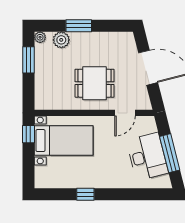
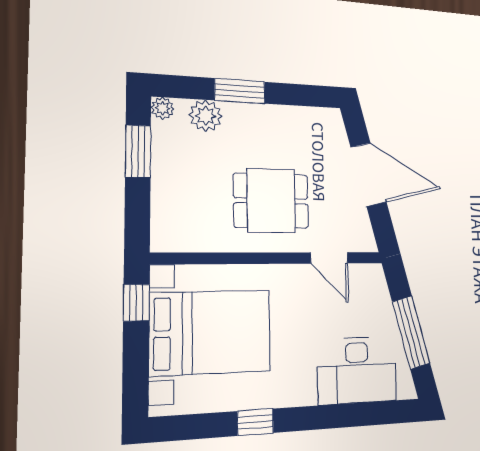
door: (125, 113) -> (329, 258), hinge flipped
bed with nightstands: (64, 141) -> (211, 332), width x1.36
desk: (147, 157) -> (357, 370), moved, turned 104

